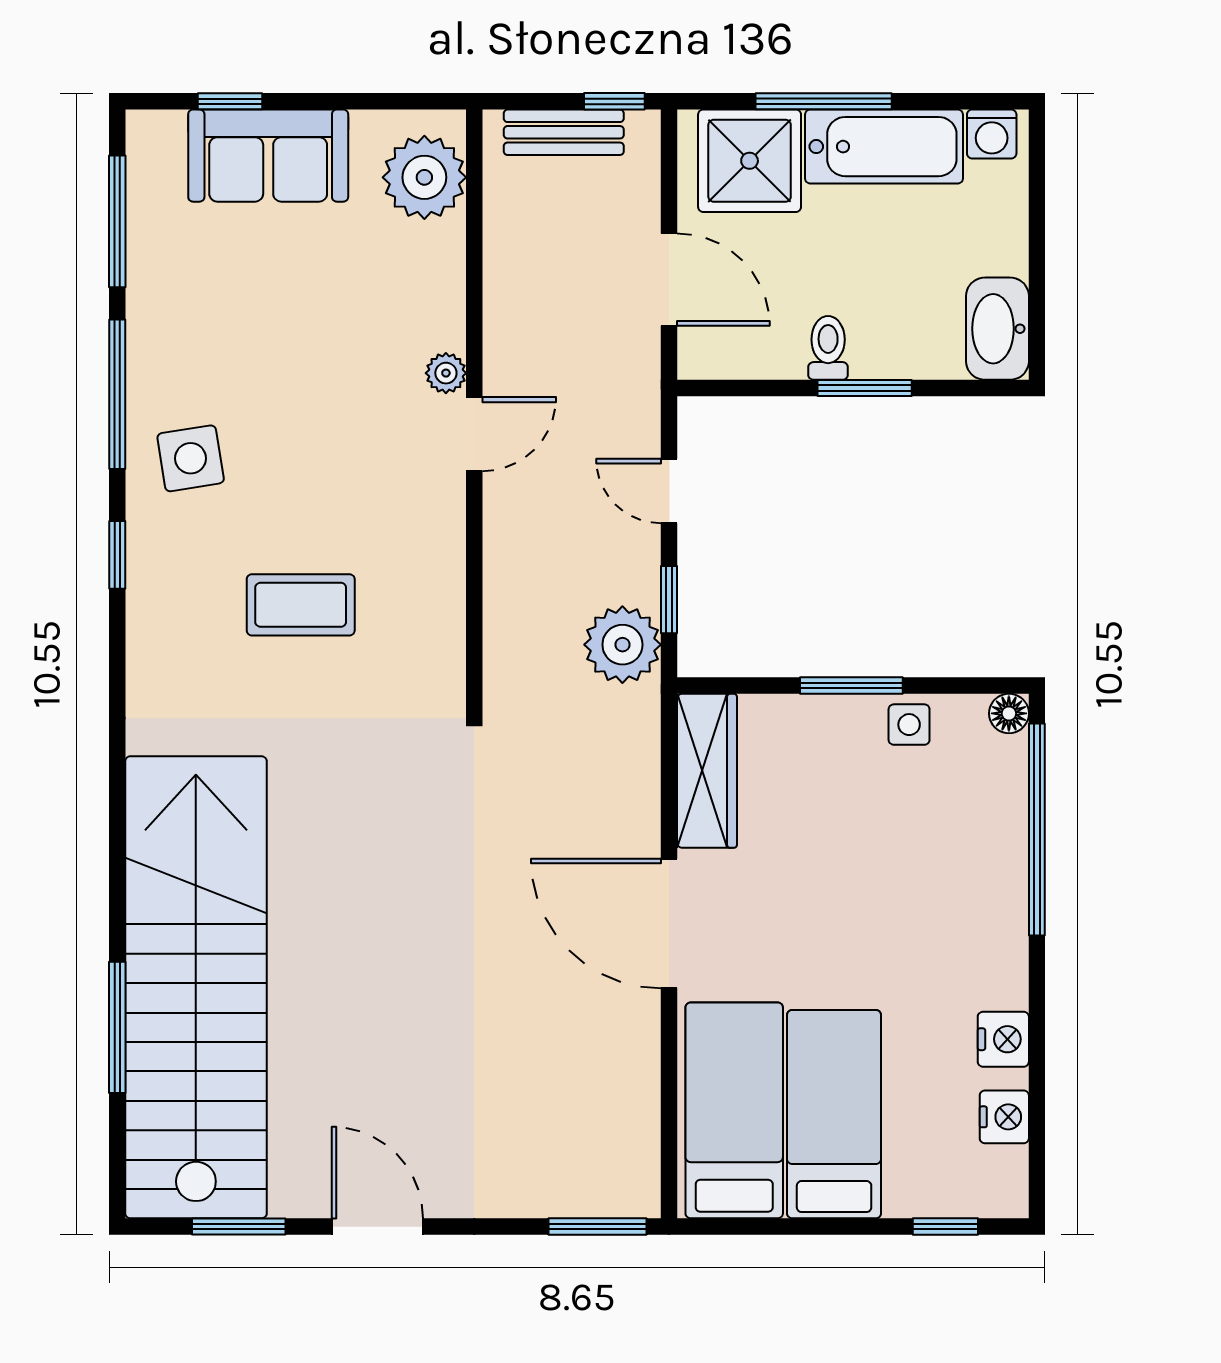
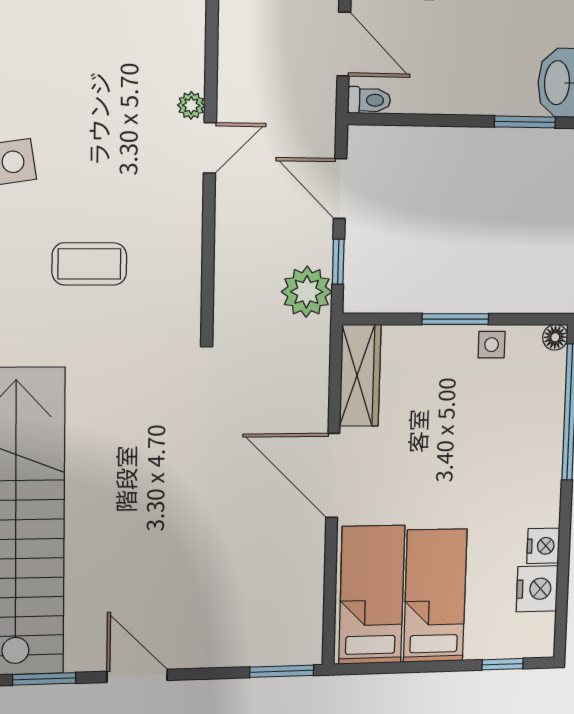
toilet: (828, 348) -> (369, 100), moved, turned 90
window: (865, 388) -> (525, 122), moved
door: (669, 491) -> (340, 189), width x1.38
nightstand: (1004, 1117) -> (537, 589), width x1.36, depth x1.33

